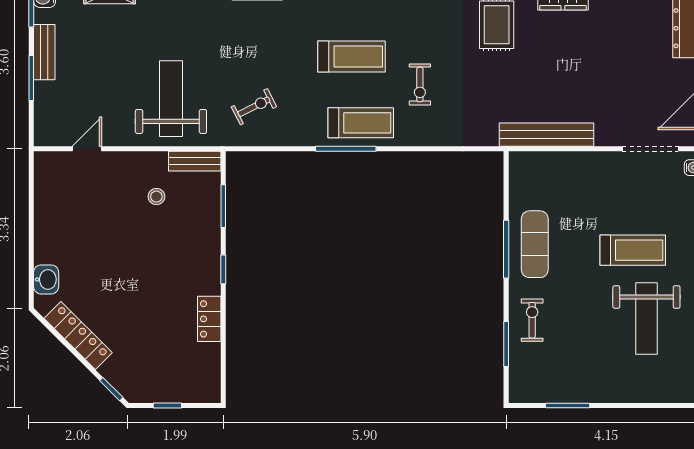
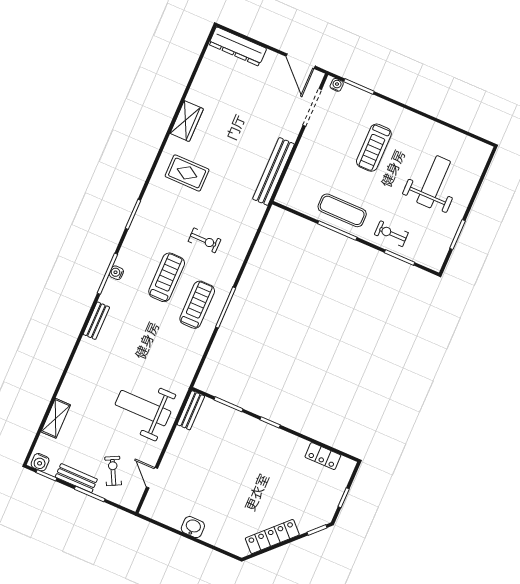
exercise bike: (254, 107) -> (113, 471), moved
treadmill: (361, 123) -> (197, 305), moved
stool: (156, 197) -> (203, 446), removed
treadmill: (633, 250) -> (374, 148), turned 180
washbasin: (46, 279) -> (193, 527), moved
weight bench: (646, 318) -> (434, 182), moved, turned -90
locker: (209, 319) -> (323, 456), moved

